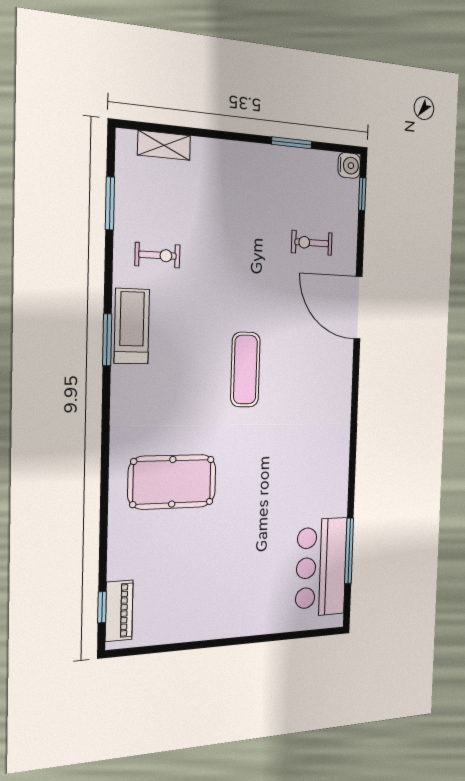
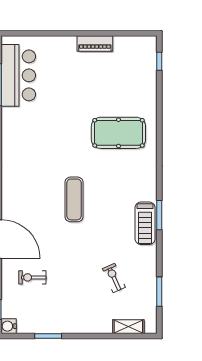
exercise bike: (312, 243) -> (32, 277), turned 180
exercise bike: (158, 255) -> (114, 278), moved, turned 66
piano: (119, 611) -> (95, 44), moved, turned -90

